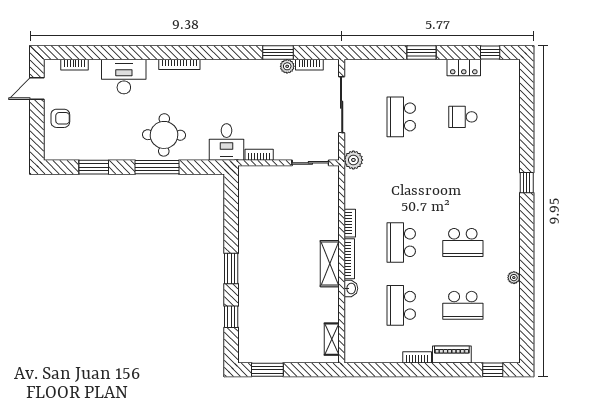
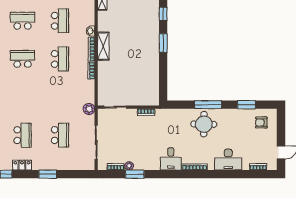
school desk: (463, 117) -> (23, 135), width x1.85
armchair: (60, 118) -> (261, 122), moved
desk: (227, 142) -> (171, 159), moved, turned 180

